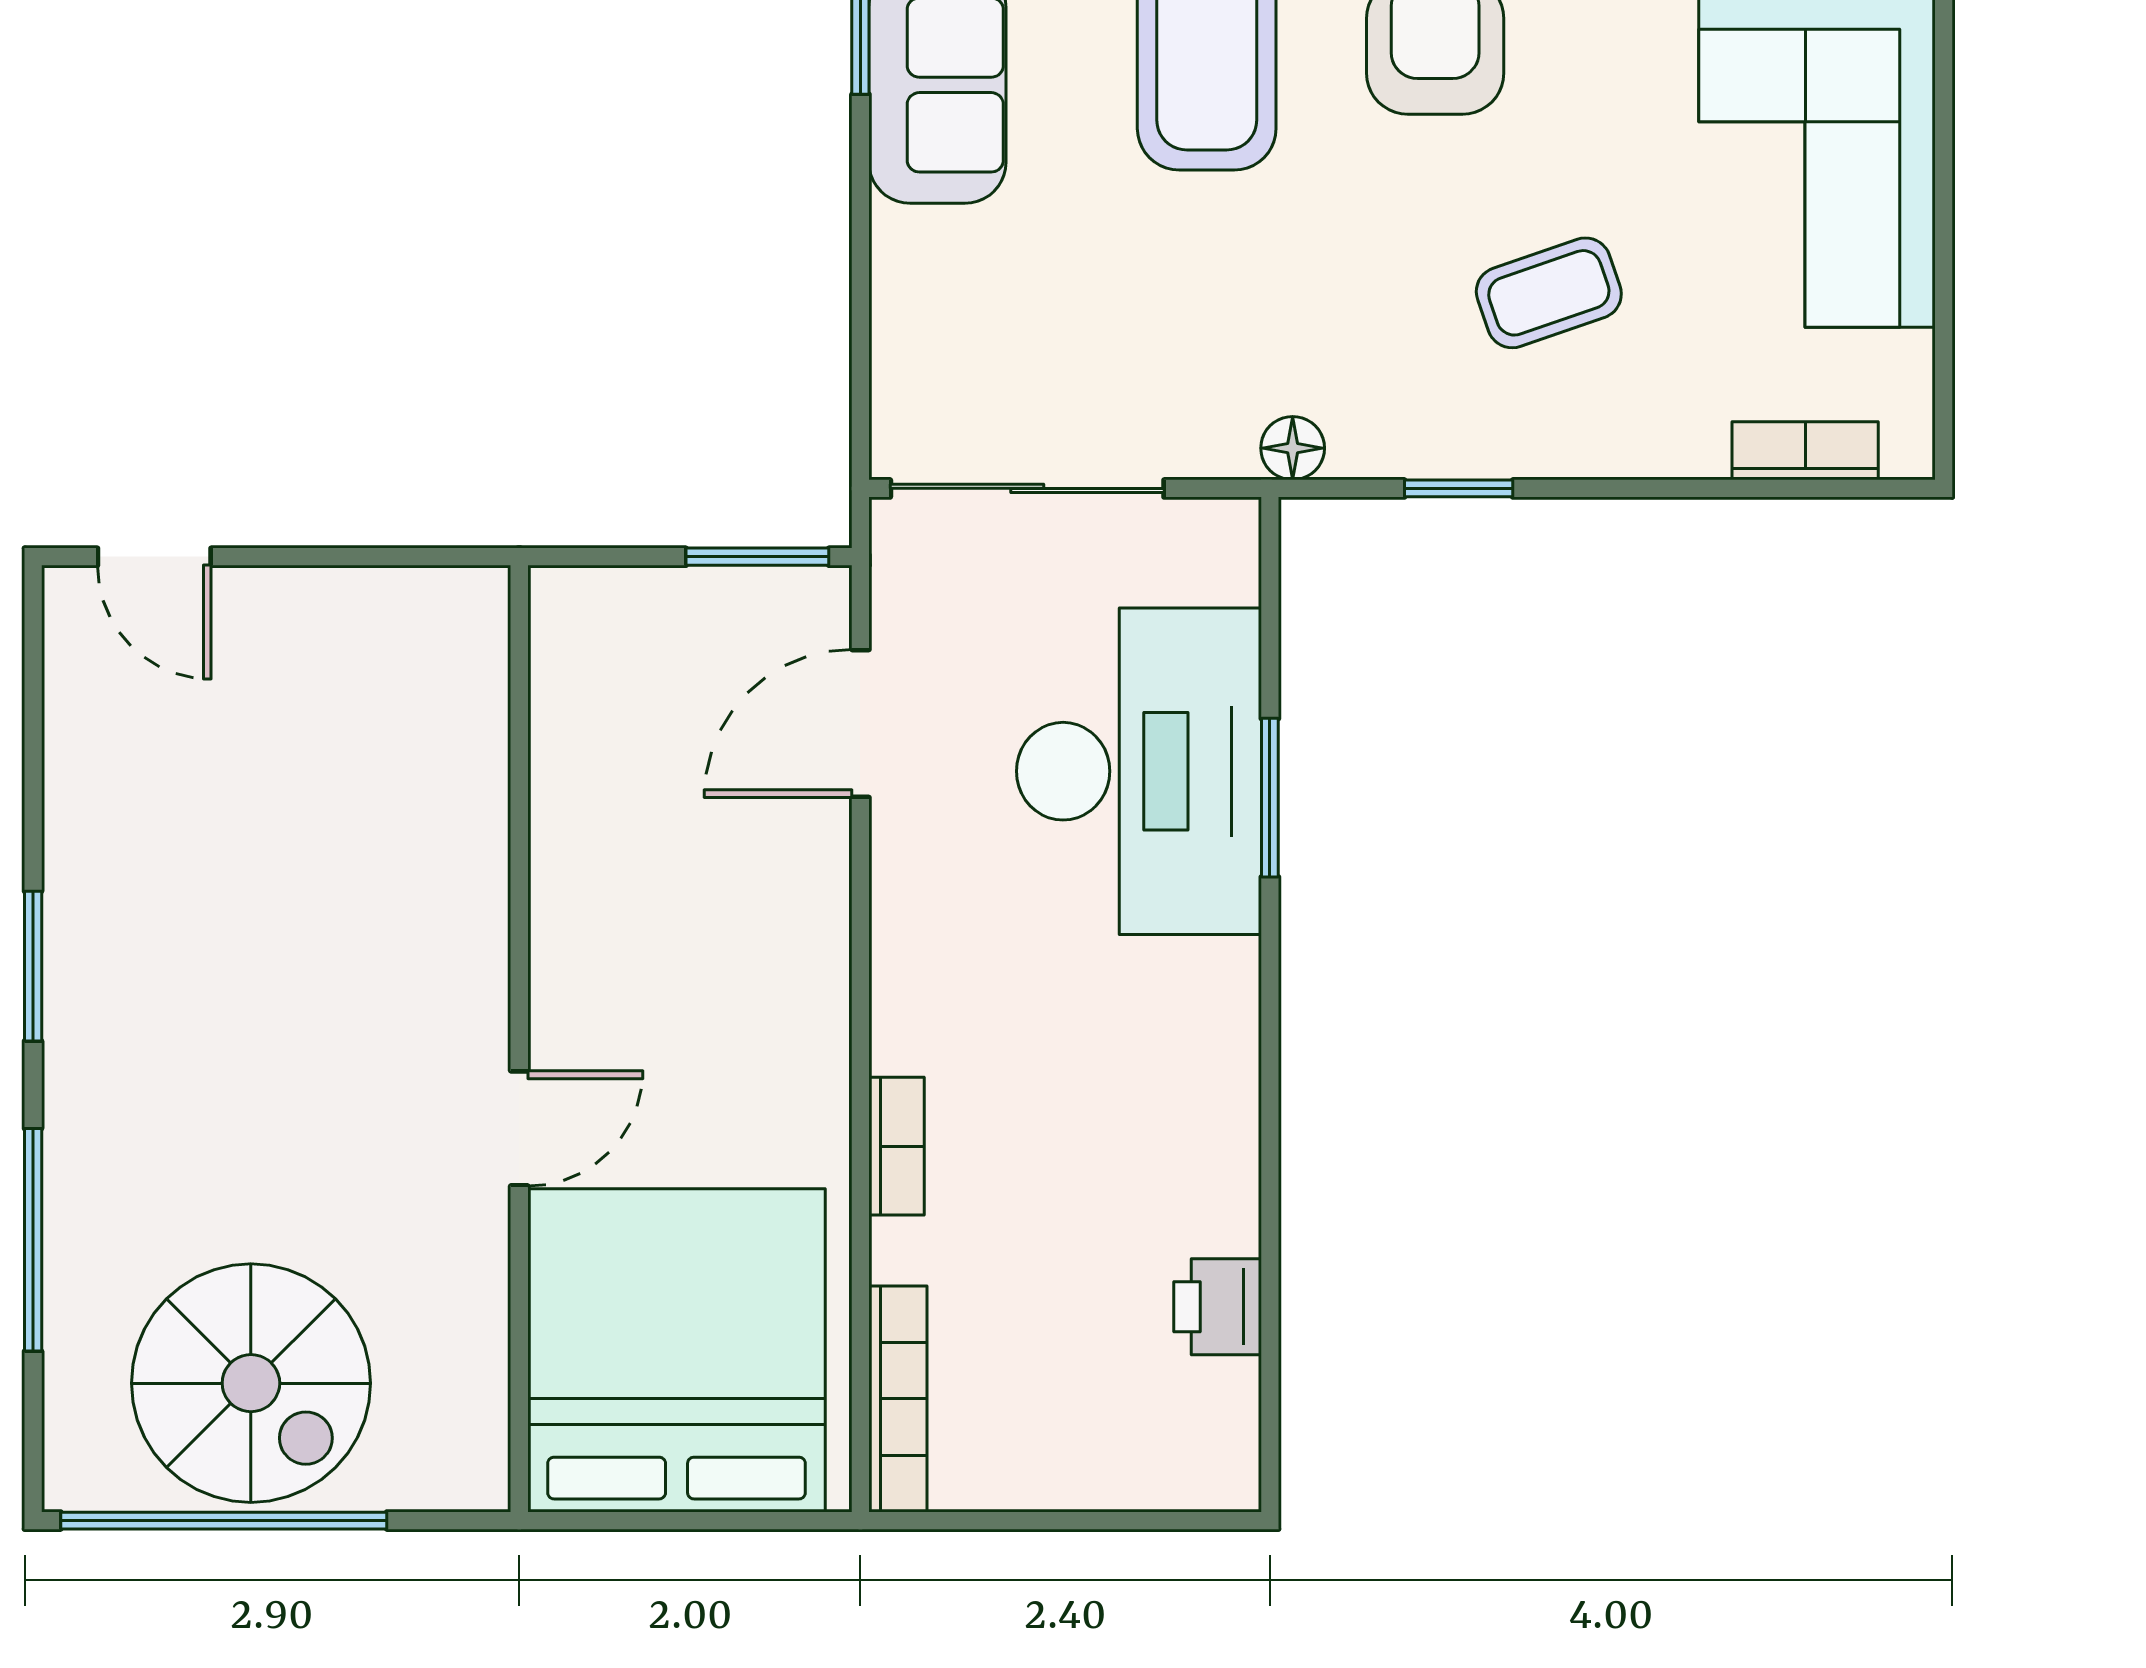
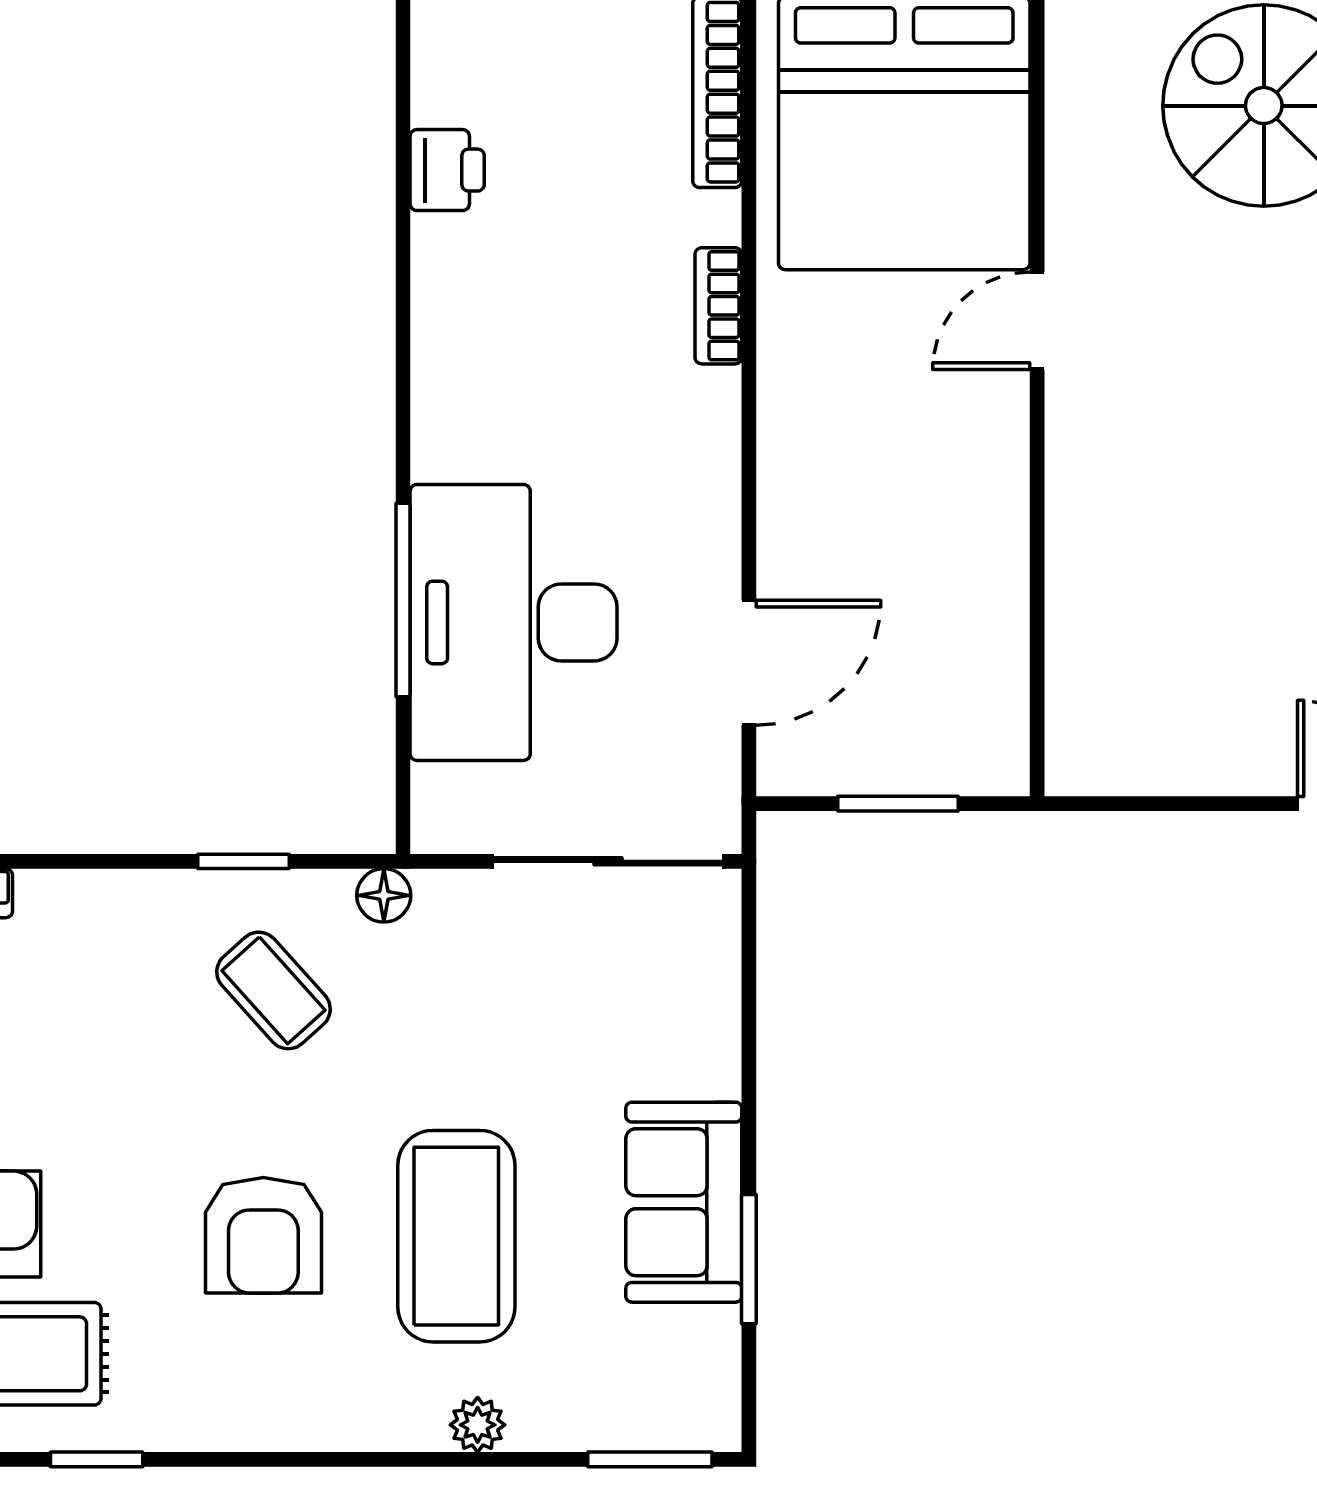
coffee table: (1549, 293) -> (273, 990), moved, turned 67
window: (757, 557) -> (898, 804), moved
window: (1270, 798) -> (403, 600), width x1.44

